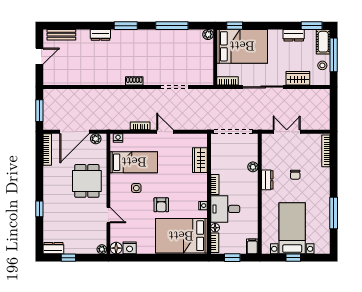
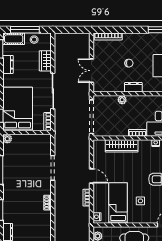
door: (165, 132) -> (92, 176), swing flipped
wardrobe: (200, 160) -> (122, 146), width x1.50

